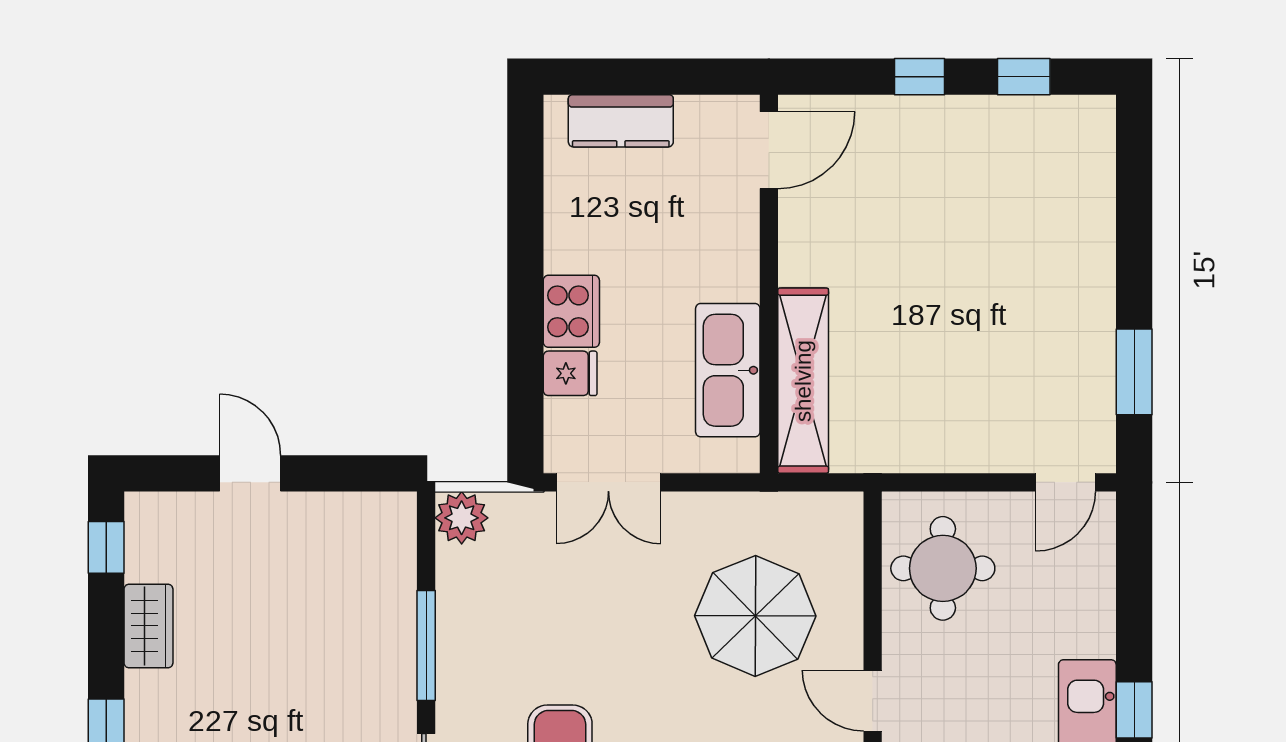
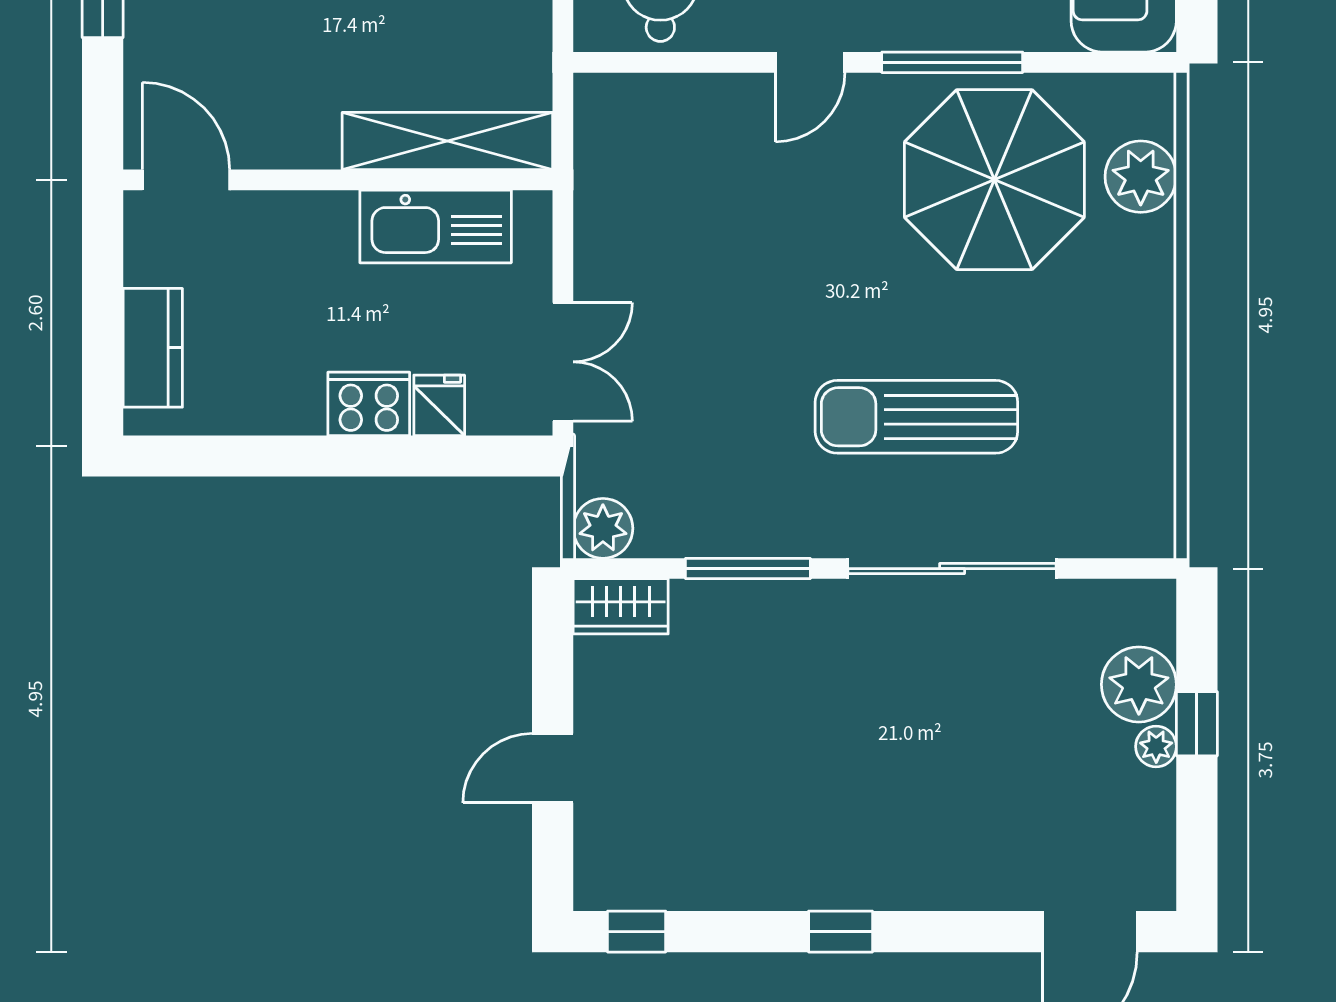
parasol: (755, 616) -> (714, 195), removed
wardrobe: (148, 626) -> (621, 606), moved, turned 180

